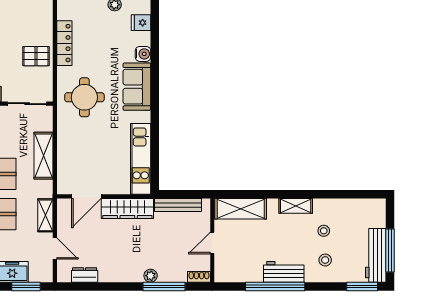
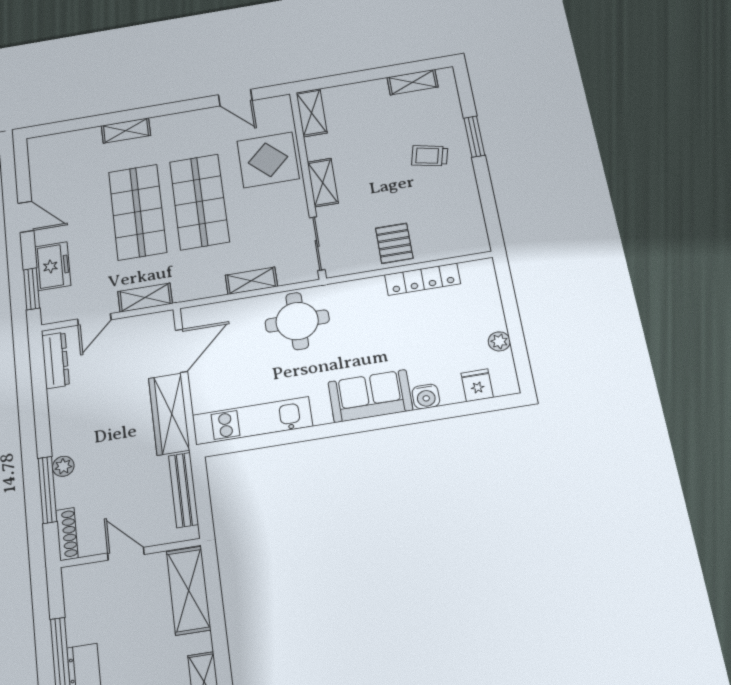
round table: (84, 97) -> (297, 321), moved
shelving: (44, 156) -> (251, 281), width x0.67, depth x0.75
door: (86, 196) -> (182, 351), swing flipped
dresser: (85, 275) -> (56, 360), width x1.44
shoe rack: (199, 277) -> (67, 534), width x1.43

